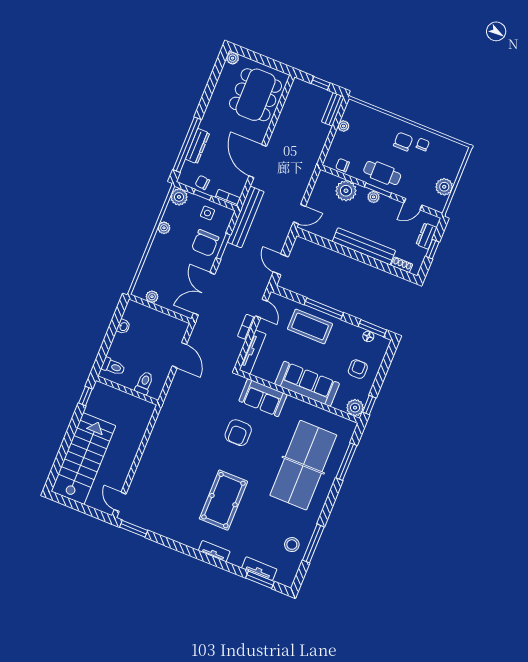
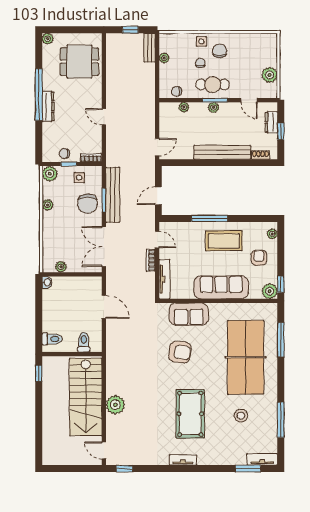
dining table: (256, 95) -> (79, 62), width x0.73
side table: (388, 124) -> (201, 41), added
chair: (423, 144) -> (200, 63), moved
window: (187, 145) -> (39, 95), moved
dresser: (197, 146) -> (48, 106), moved
door: (258, 161) -> (104, 117), width x0.53
plant: (346, 191) -> (184, 107), width x0.53, depth x0.53
door: (413, 204) -> (249, 100), hinge flipped
bench: (246, 217) -> (113, 195), moved
door: (281, 264) -> (158, 196), hinge flipped
washbasin: (123, 326) -> (47, 282), moved
coffee table: (310, 326) -> (224, 241), moved
window: (372, 328) -> (257, 219), removed
floor lamp: (368, 336) -> (257, 227), removed
plant: (381, 350) -> (272, 234), added
armchair: (238, 433) -> (180, 352), turned -82
stairs: (83, 458) -> (86, 397), moved, turned 180
plant: (151, 460) -> (115, 405), added
window: (134, 529) -> (124, 468), width x0.67
stool: (292, 545) -> (241, 416), moved
tv unit: (214, 551) -> (183, 460), moved
tv unit: (259, 569) -> (262, 459), moved

